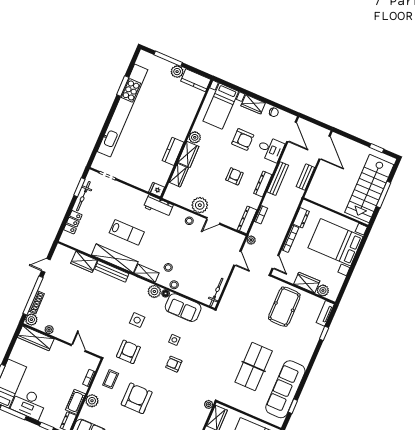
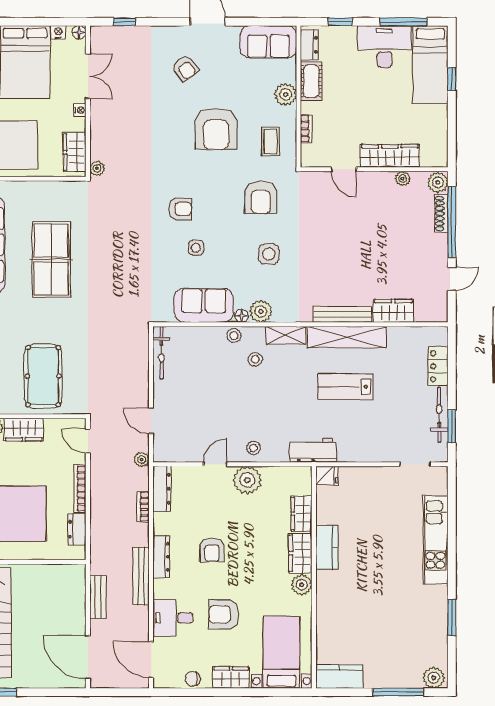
plant: (177, 72) -> (434, 678), moved
kitchen unit: (122, 111) -> (435, 540), width x0.54
wardrobe: (36, 338) -> (390, 156), moved

